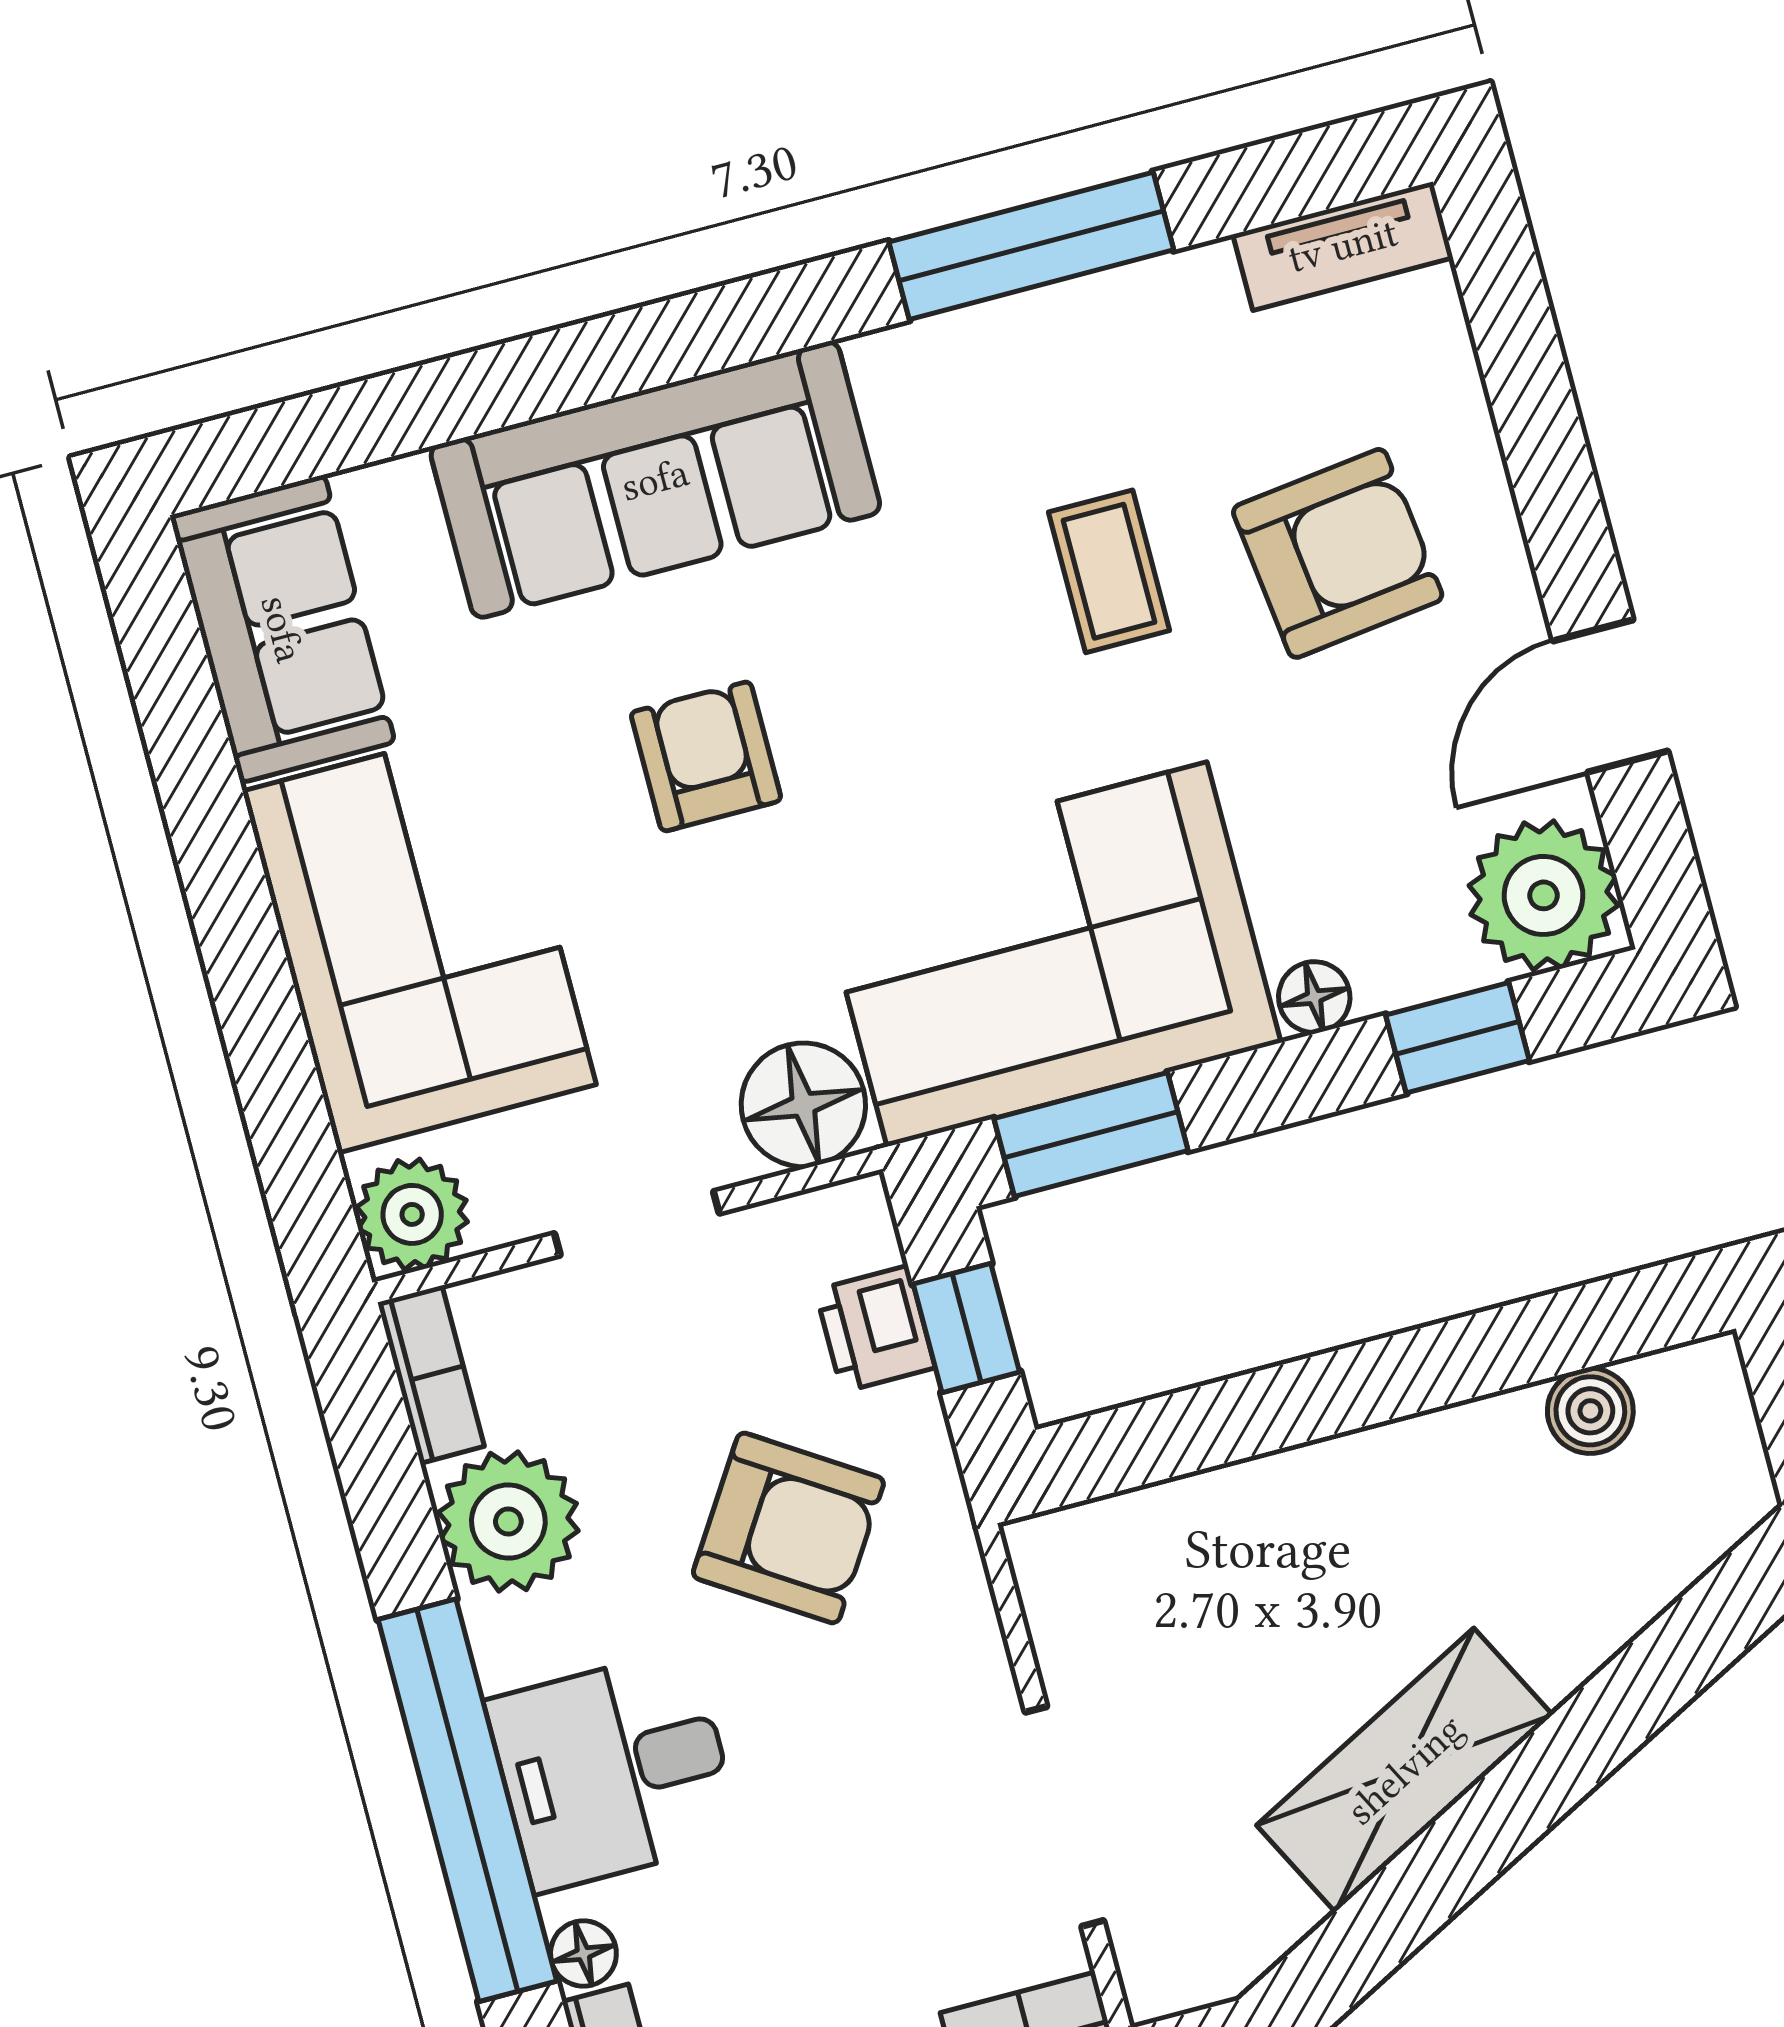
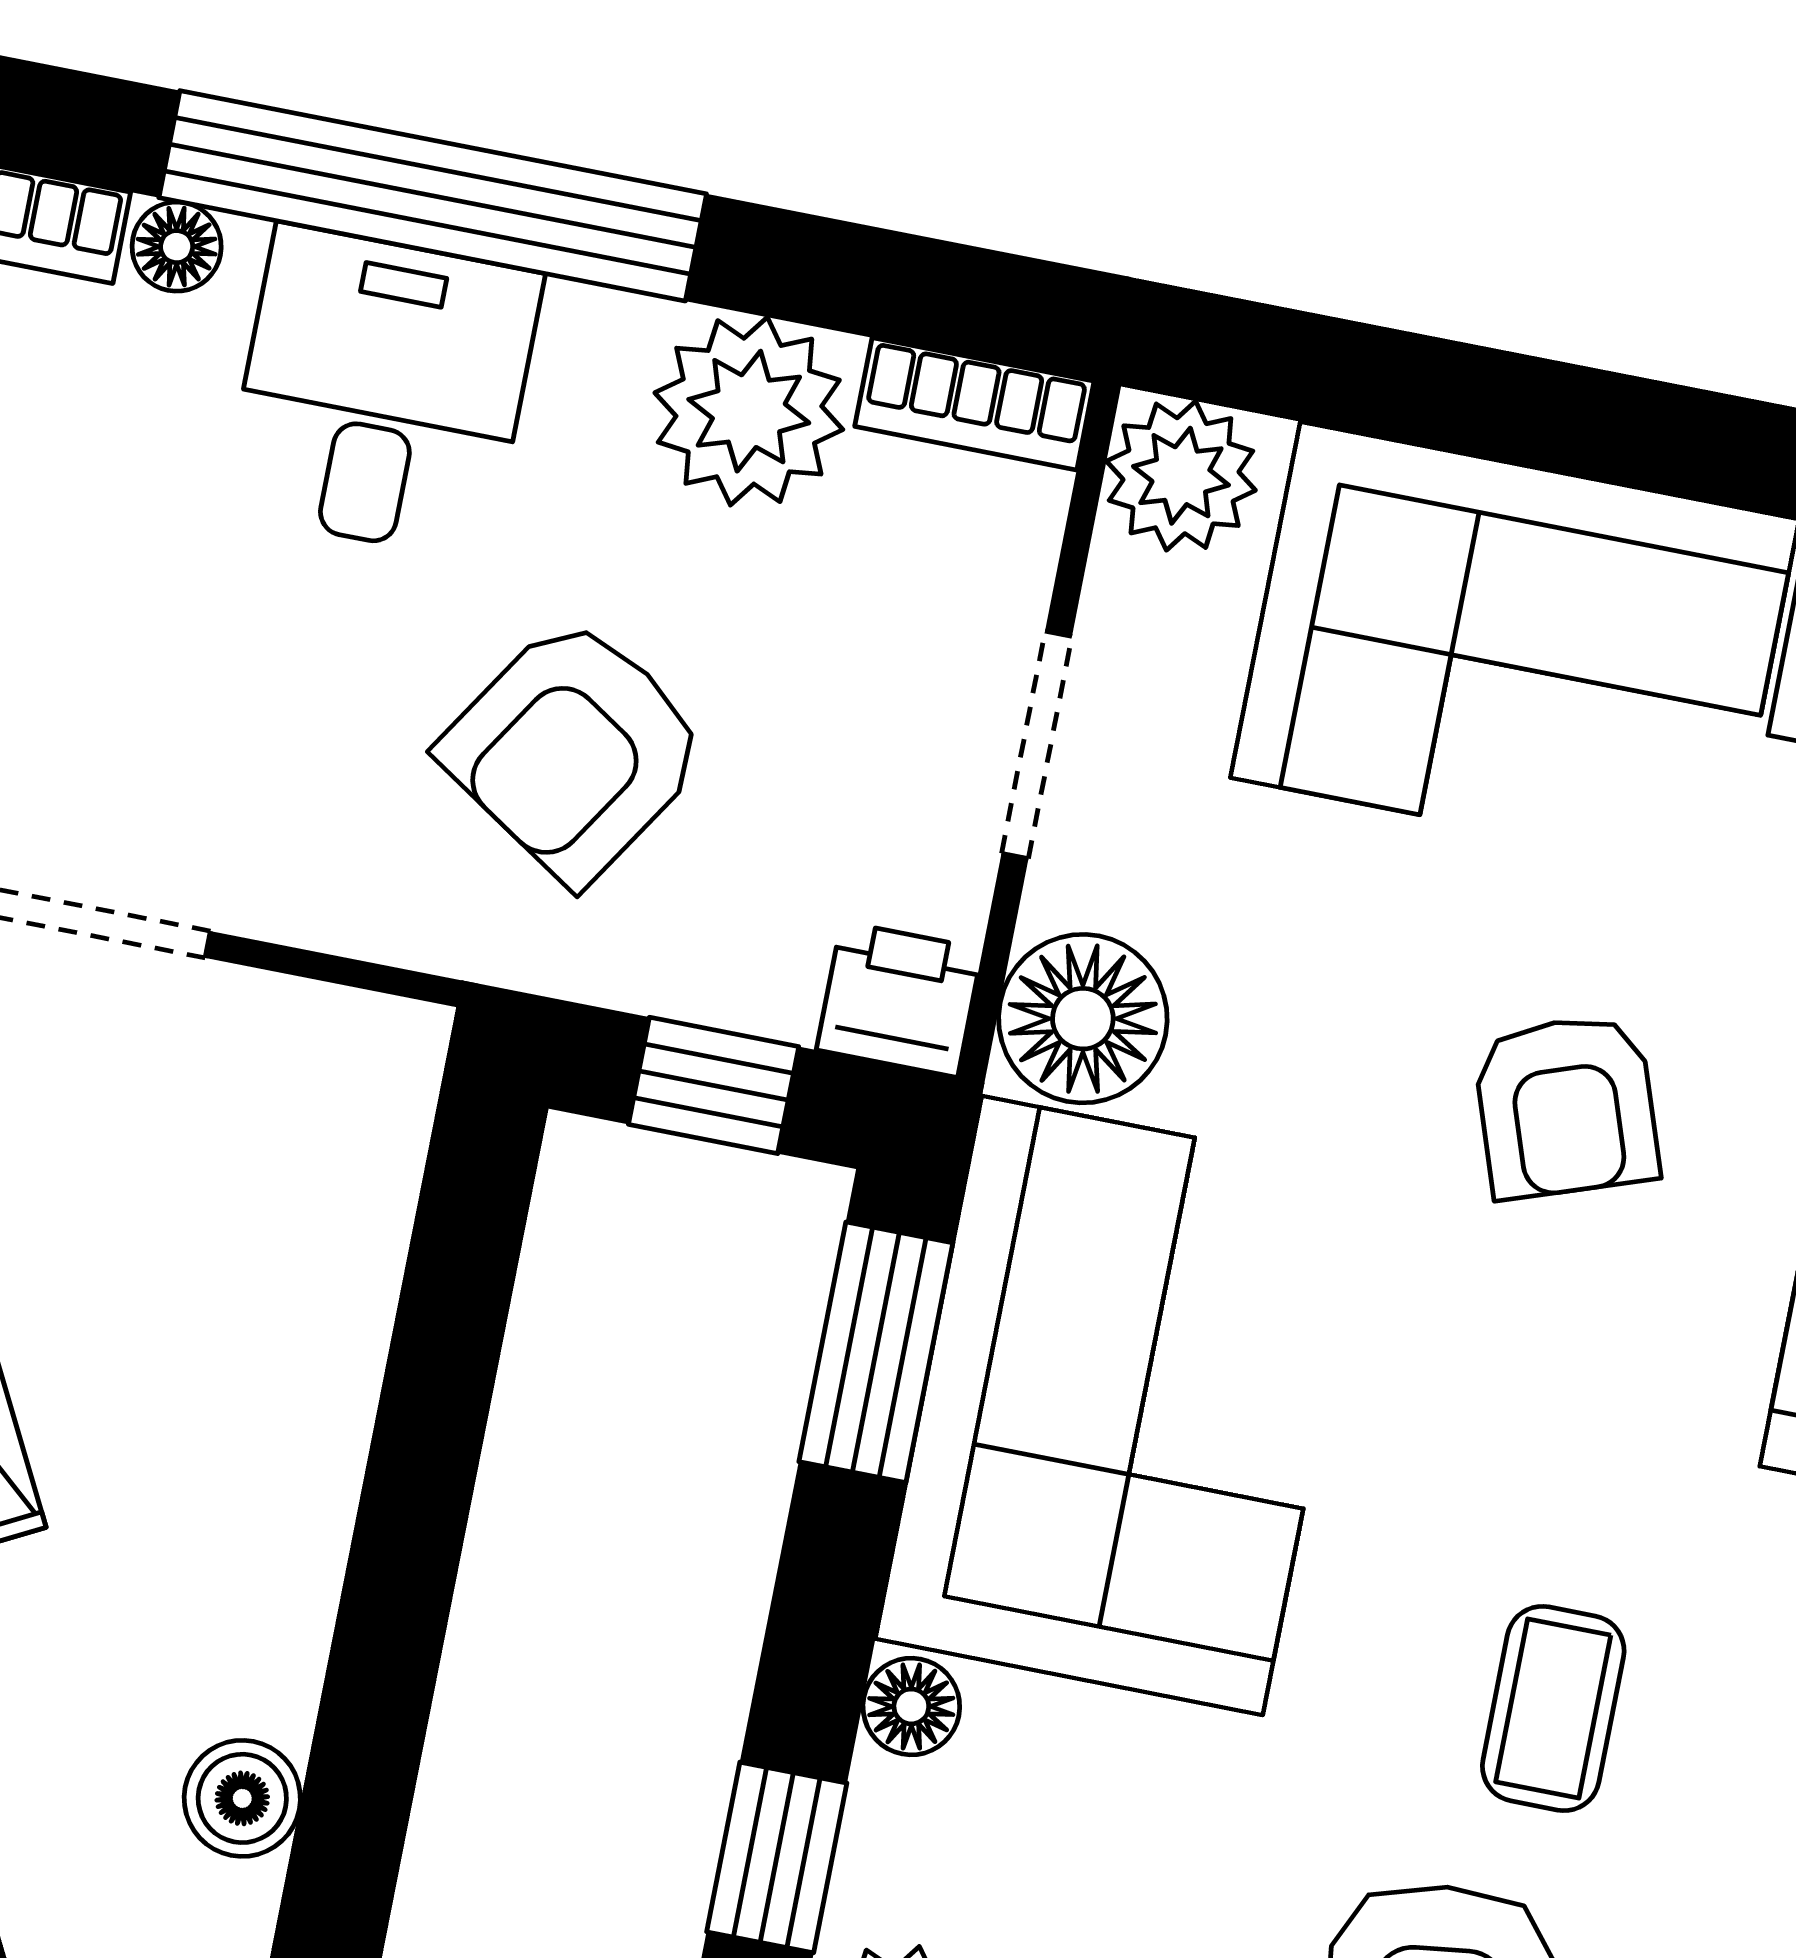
coffee table: (1109, 571) -> (1553, 1708), turned 90
armchair: (706, 756) -> (1566, 1106), turned 71
printer: (875, 1329) -> (899, 999), moved

